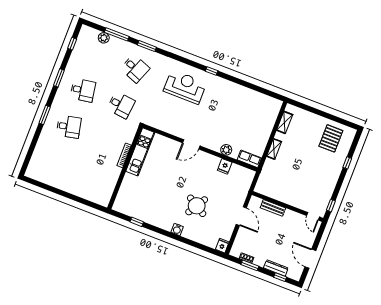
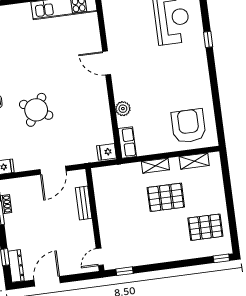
armchair: (260, 114) -> (188, 126), added
pallet: (298, 153) -> (166, 197), added
window: (347, 163) -> (221, 258), moved
fridge: (225, 166) -> (107, 152), moved
dresser: (276, 268) -> (16, 266), moved

